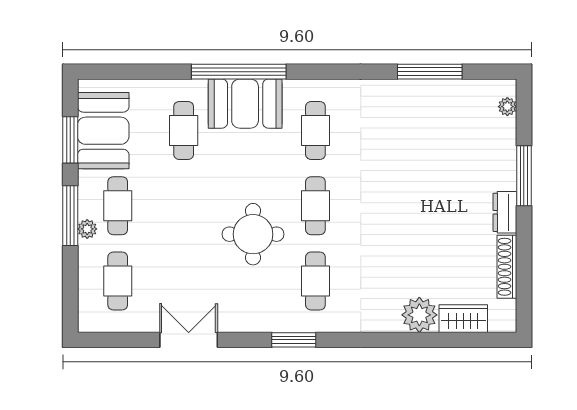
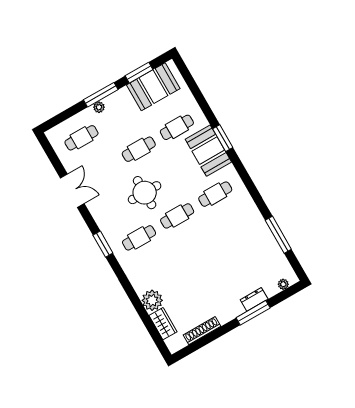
window: (239, 72) -> (223, 138), width x0.47
cafe table: (118, 206) -> (139, 149), moved
dresser: (505, 212) -> (254, 299), moved

